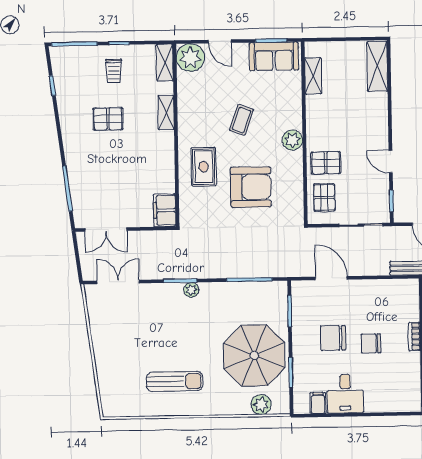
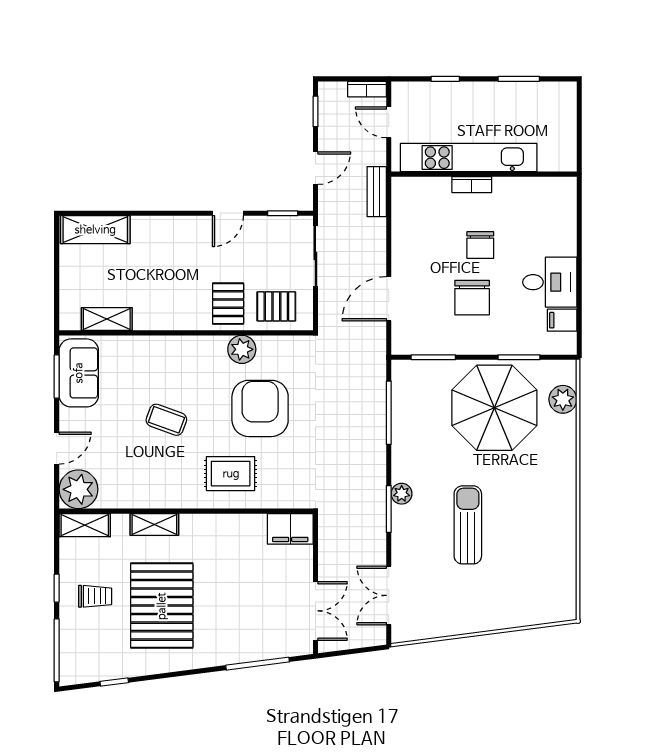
pallet: (108, 119) -> (162, 606), width x2.05, depth x2.00
plant: (292, 140) -> (242, 349), moved
sun lounger: (175, 381) -> (468, 525), moved

